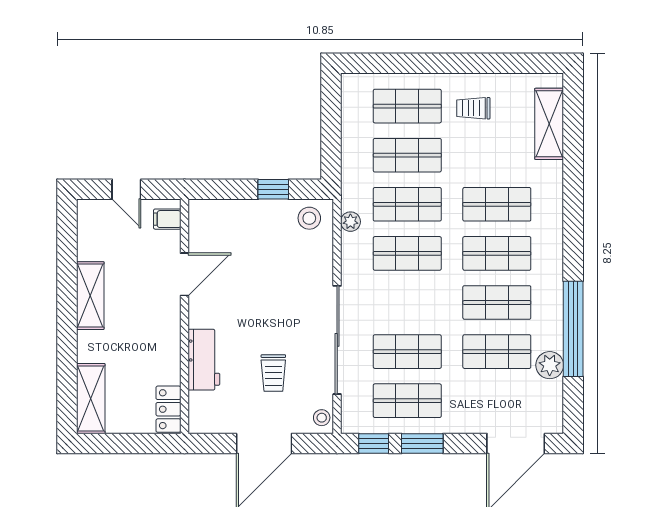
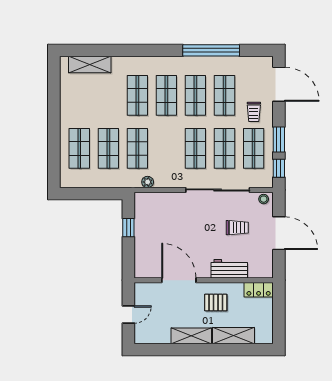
trolley: (473, 108) -> (254, 112), moved
stool: (309, 218) -> (146, 206), removed
filing cabinet: (167, 219) -> (146, 290), removed
shop shelf: (407, 253) -> (195, 148), moved
door: (184, 274) -> (179, 280), width x1.36
pallet: (147, 337) -> (216, 303), added
plant: (550, 365) -> (233, 64), removed
shelving: (91, 399) -> (233, 336), moved

